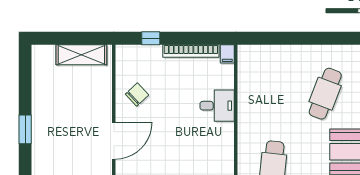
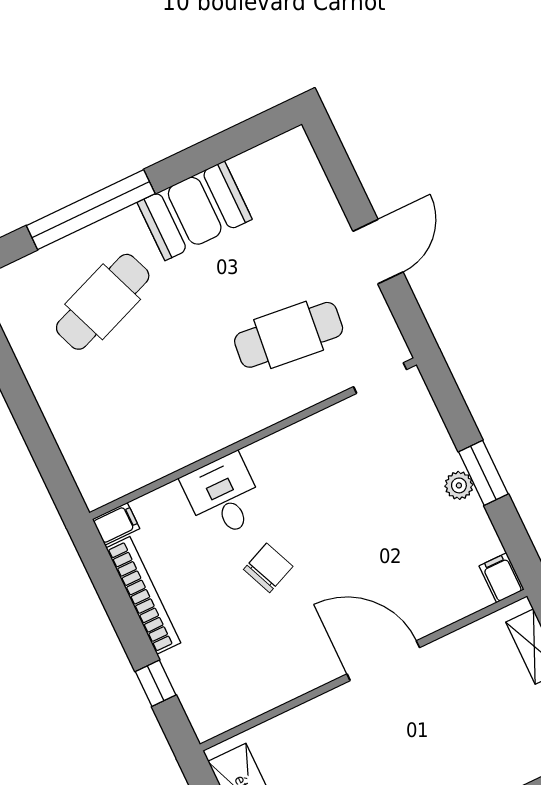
cafe table: (325, 94) -> (103, 302), turned -42
chair: (137, 95) -> (268, 568), moved, turned 110

